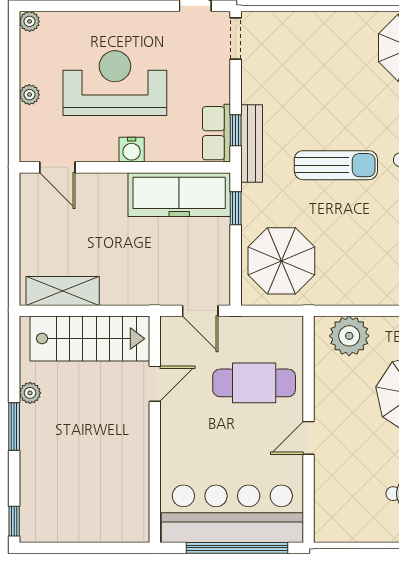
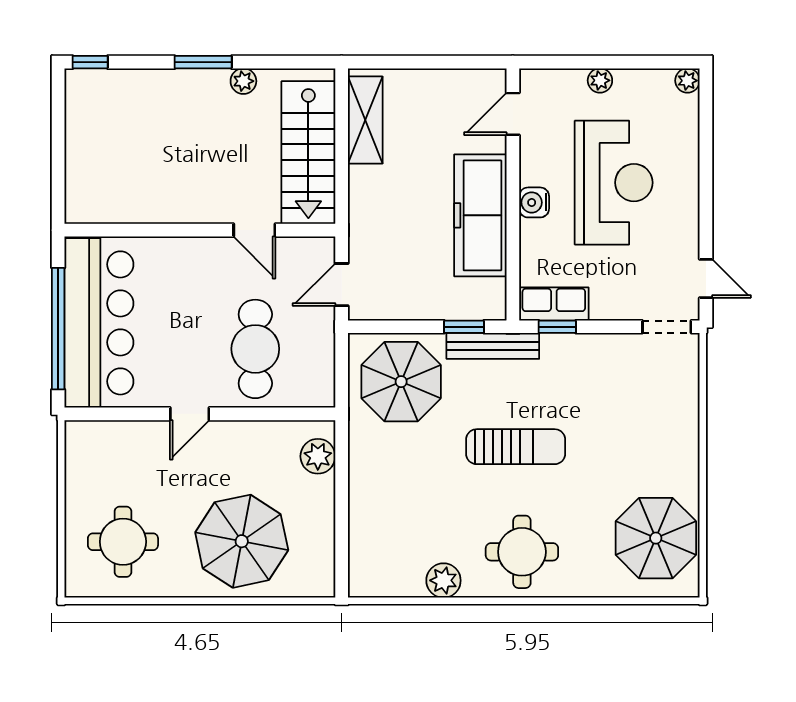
bench: (252, 143) -> (493, 346), moved
sun lounger: (336, 165) -> (516, 447), turned -90
freezer: (179, 195) -> (480, 215), moved
plant: (349, 336) -> (318, 456), width x0.73, depth x0.73
door: (309, 438) -> (190, 414), swing flipped

